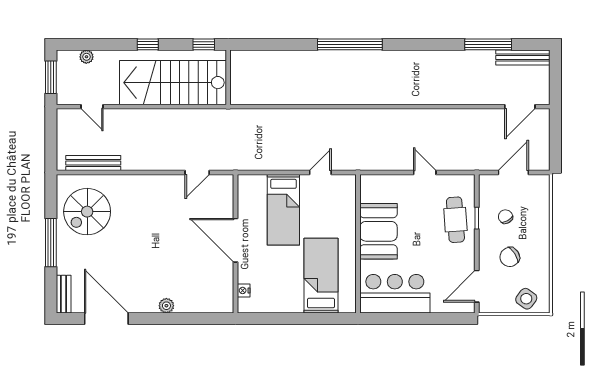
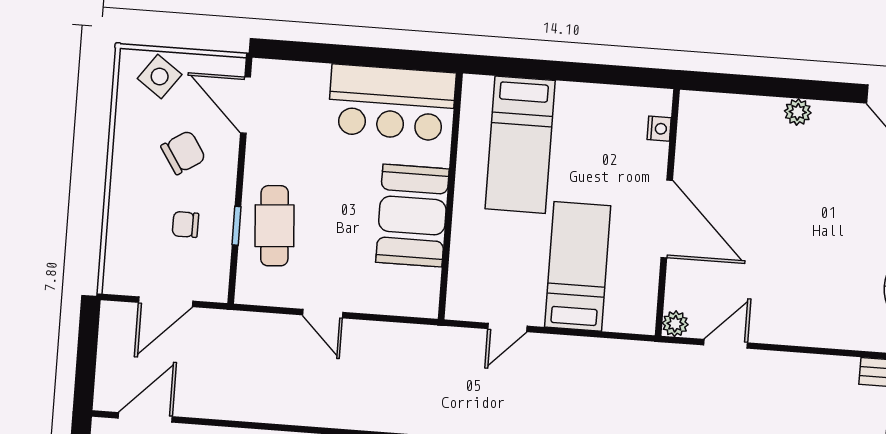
plant: (226, 182) -> (675, 324), added
chair: (506, 217) -> (185, 224), turned 119
door: (477, 286) -> (246, 105), swing flipped

